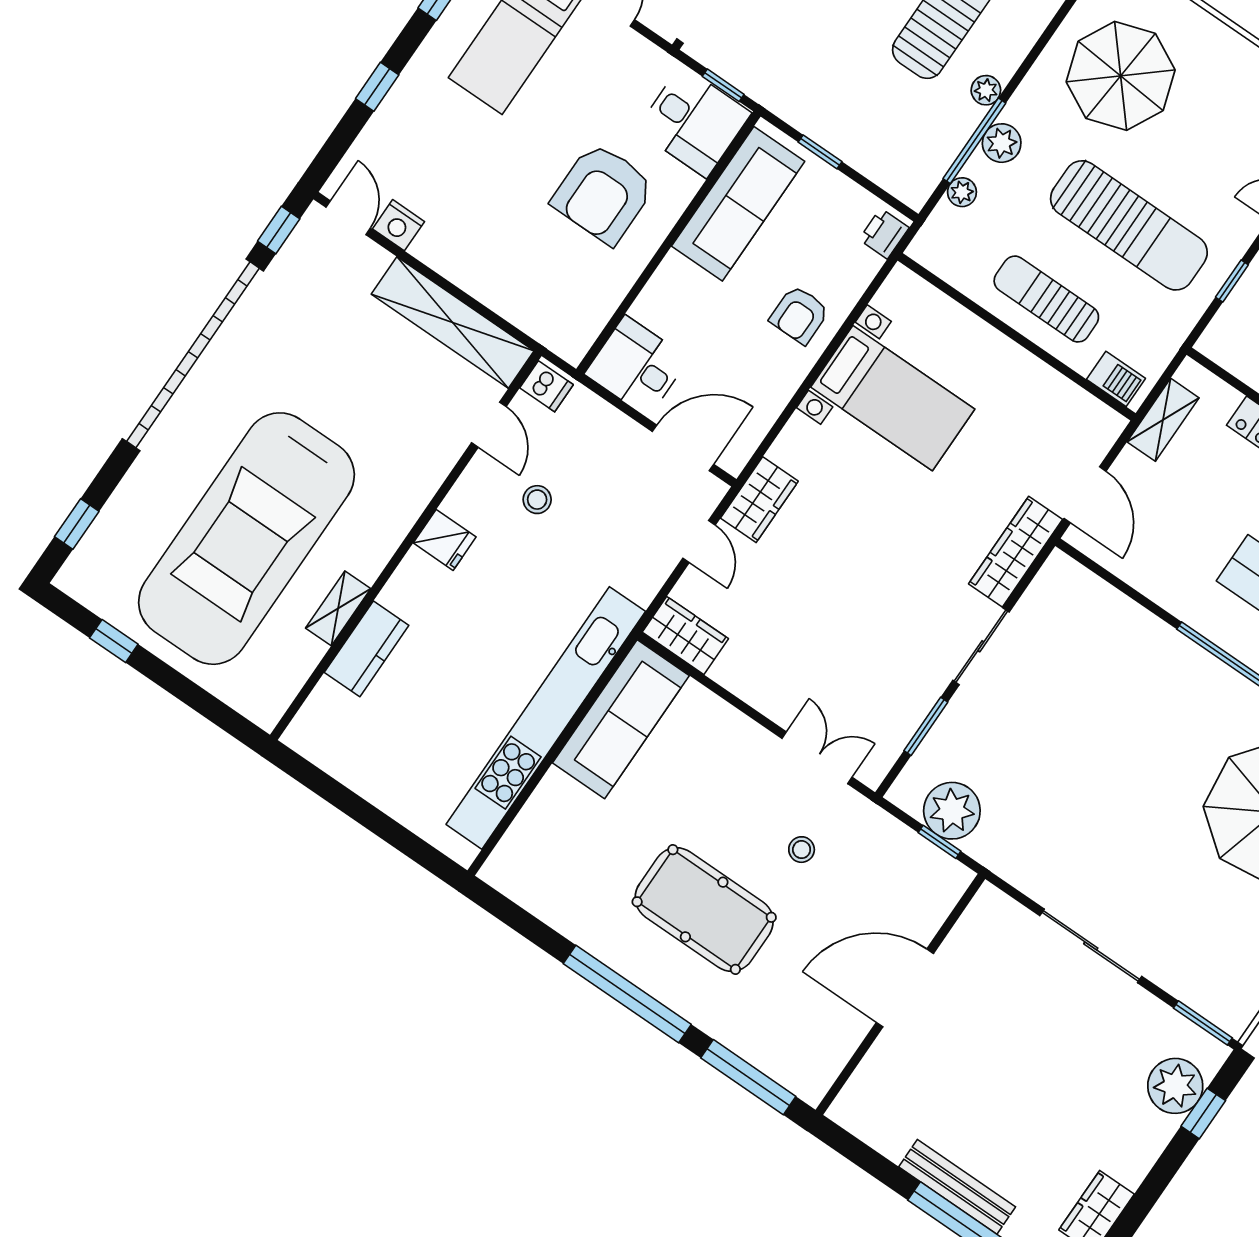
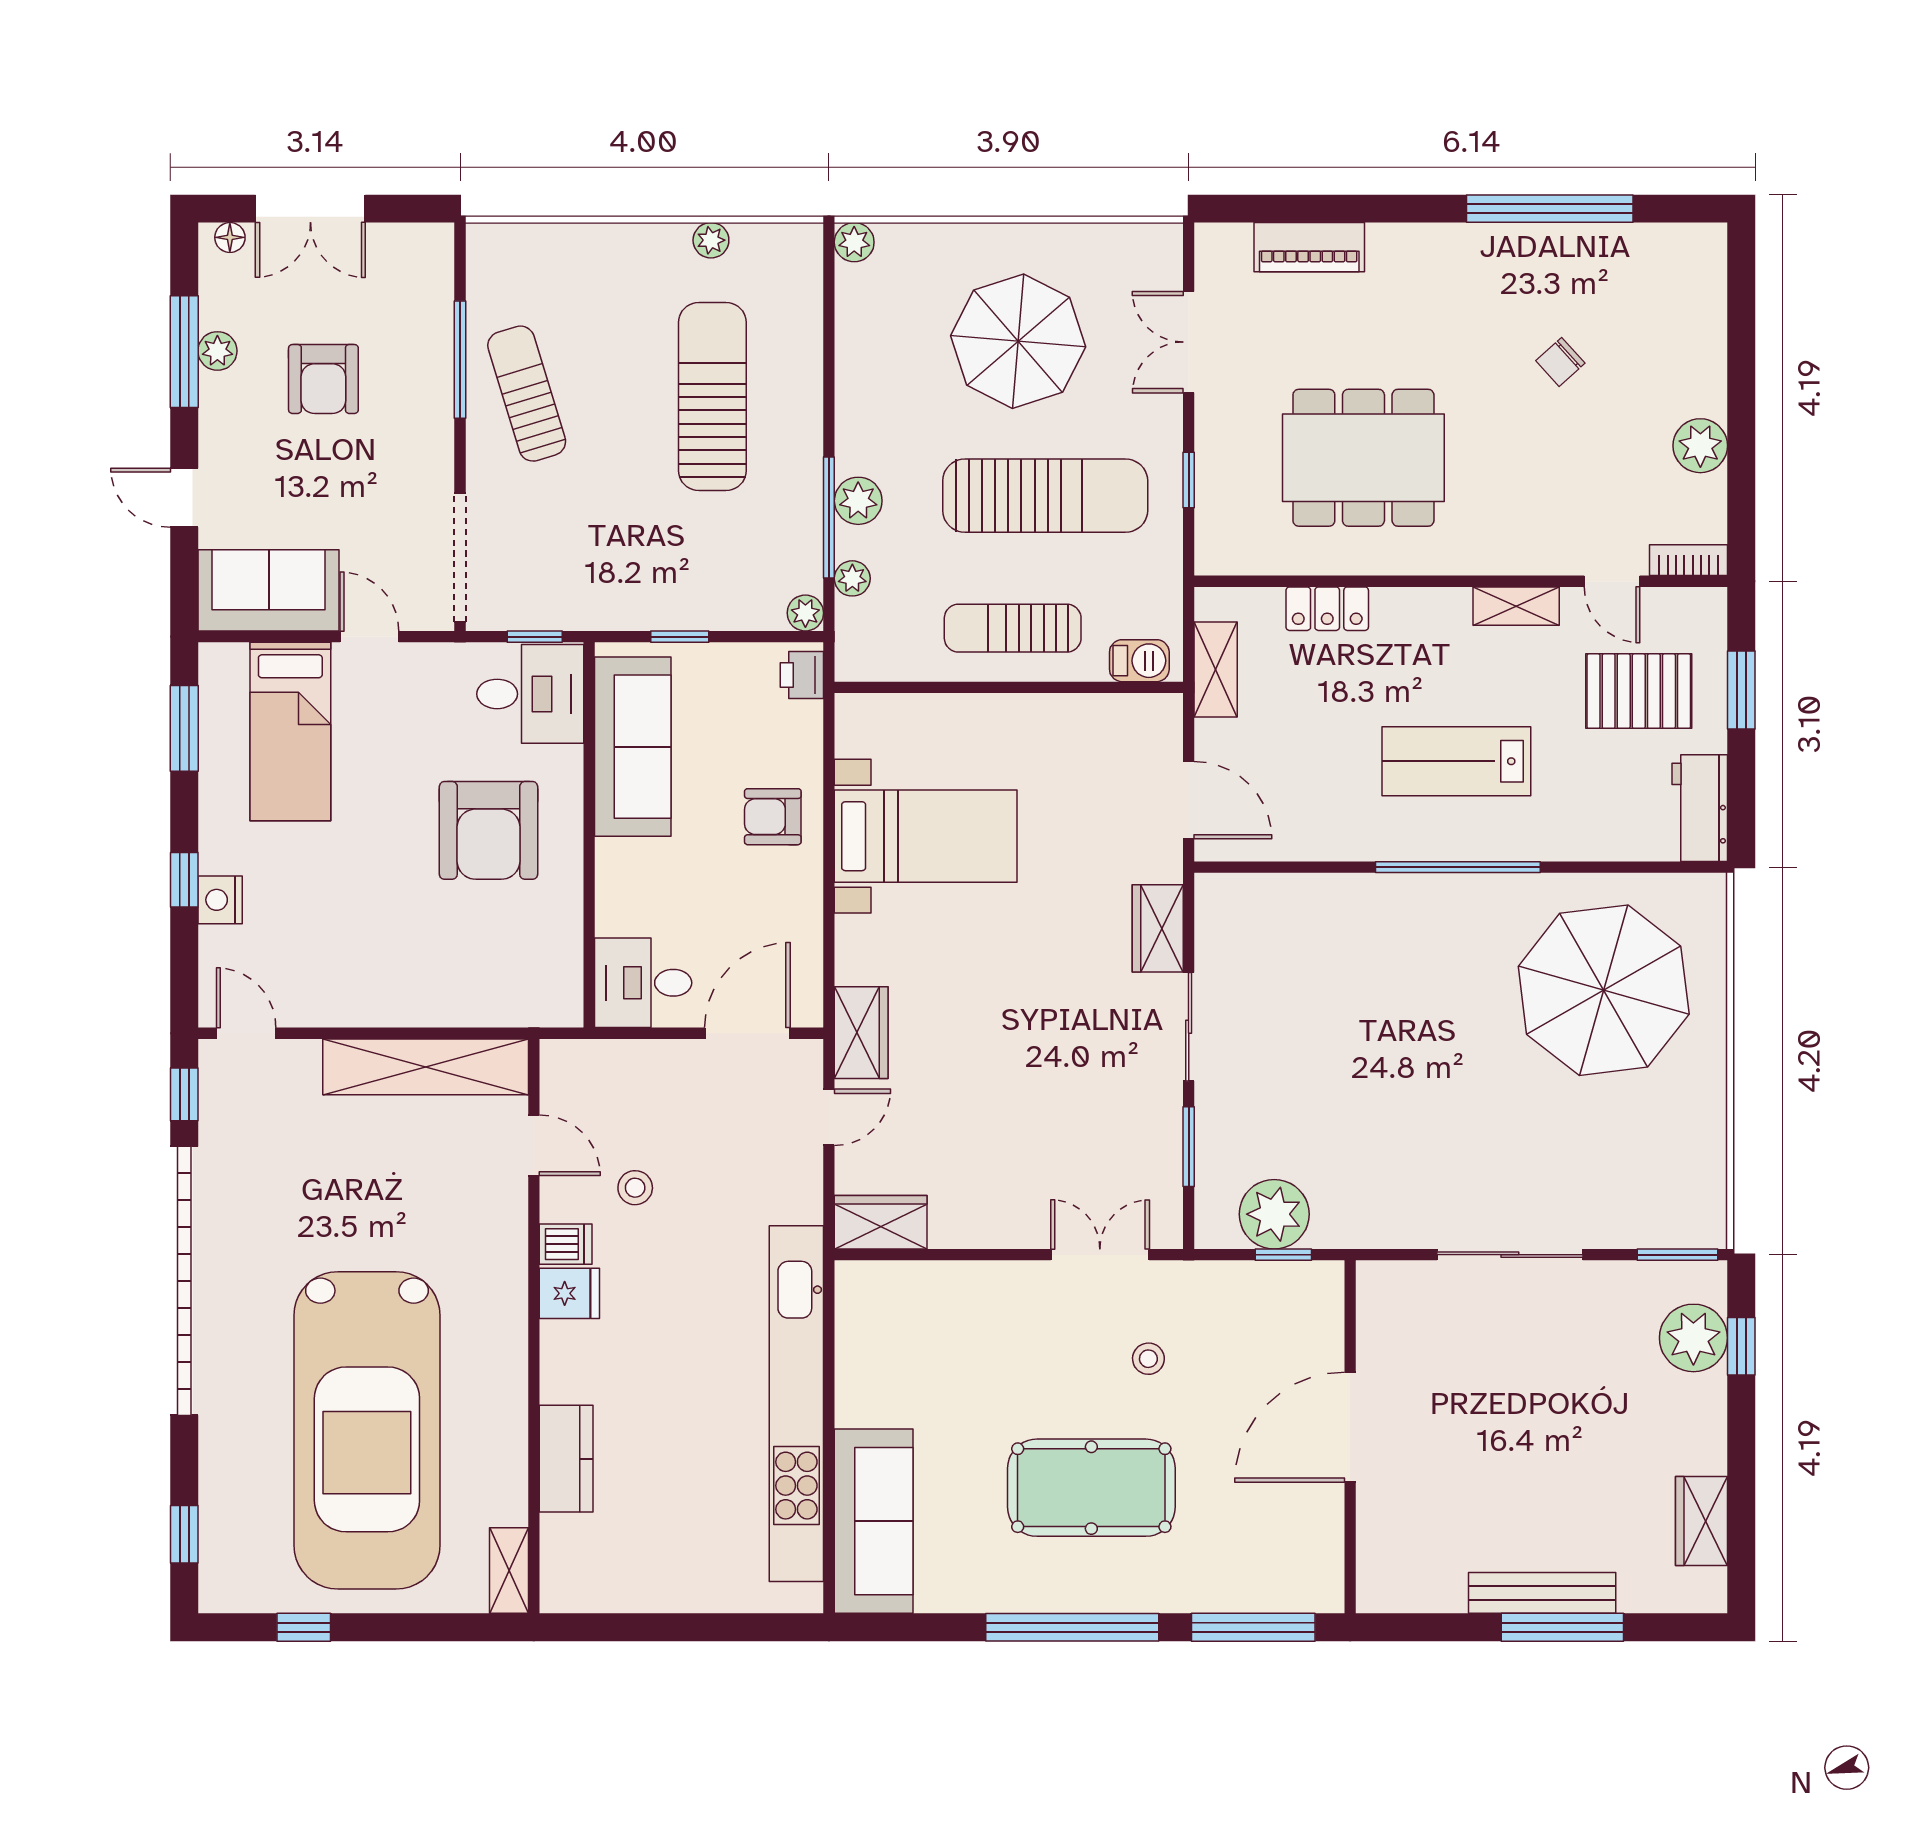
parasol: (1121, 76) -> (1018, 341), moved
plant: (986, 90) -> (805, 613), moved
nightstand: (399, 225) -> (220, 900), moved, turned 90
armchair: (799, 315) -> (773, 817), turned 90
dishwasher: (546, 386) -> (566, 1244), moved
door: (699, 542) -> (829, 1117), hinge flipped
wardrobe: (1015, 552) -> (1158, 928), width x0.67
shelving: (338, 608) -> (509, 1570), moved
sofa: (621, 719) -> (874, 1521), moved

